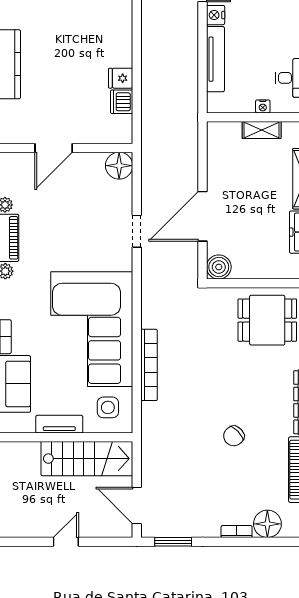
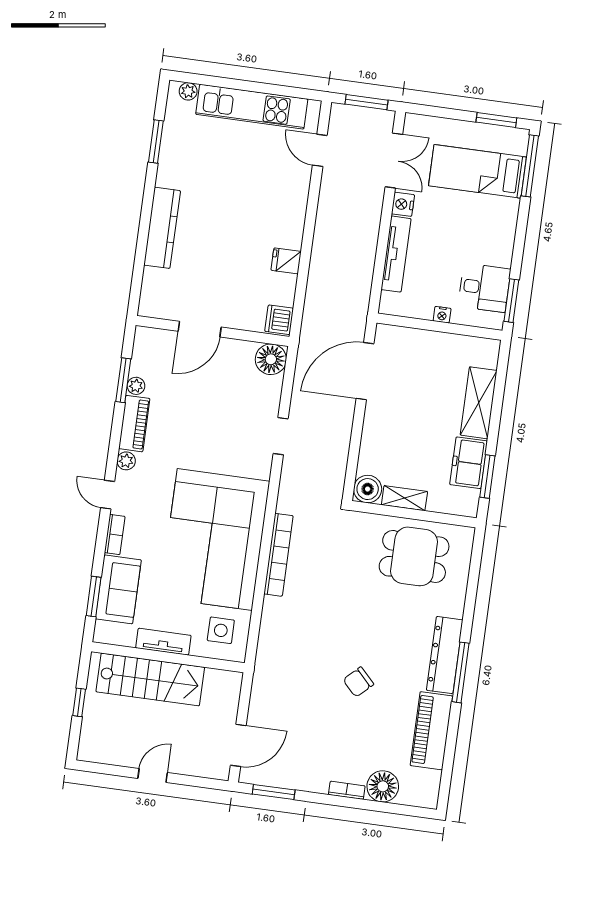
dishwasher: (122, 102) -> (279, 320), moved
shelving: (262, 130) -> (404, 498), moved
door: (202, 216) -> (365, 371), moved
bookcase: (149, 365) -> (278, 555), moved
stairs: (87, 459) -> (150, 679), moved
door: (137, 505) -> (238, 745), swing flipped

